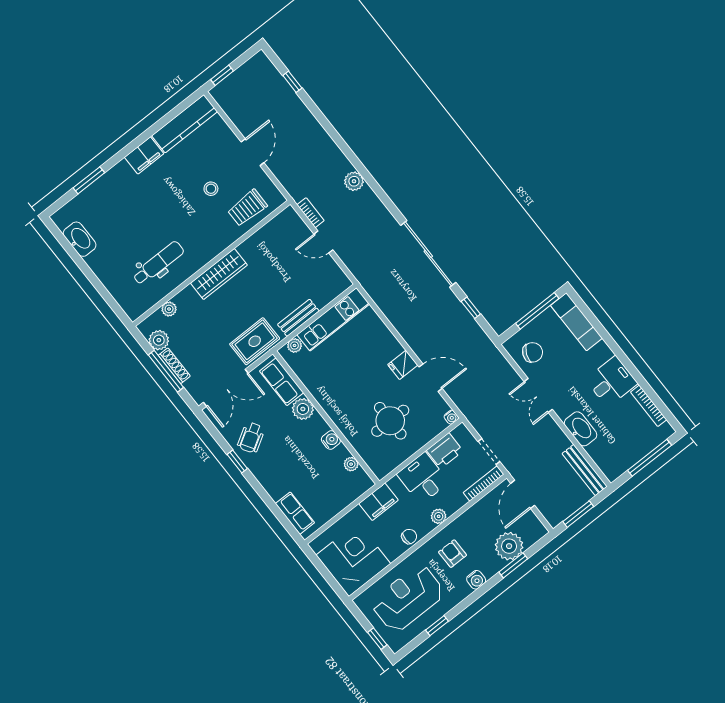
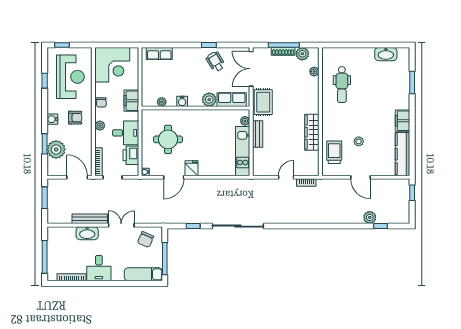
plant: (354, 181) -> (370, 217), moved
wardrobe: (219, 274) -> (312, 132), moved
bench: (585, 470) -> (90, 219), moved

